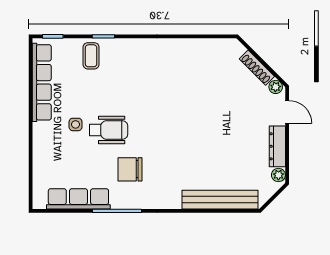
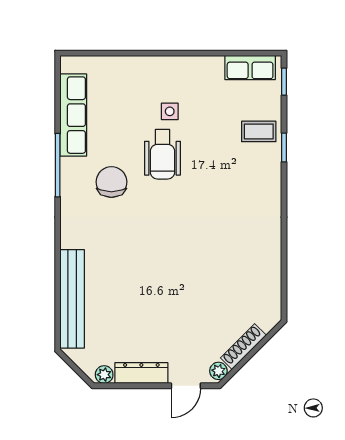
row of seats: (42, 82) -> (250, 67), width x0.50

